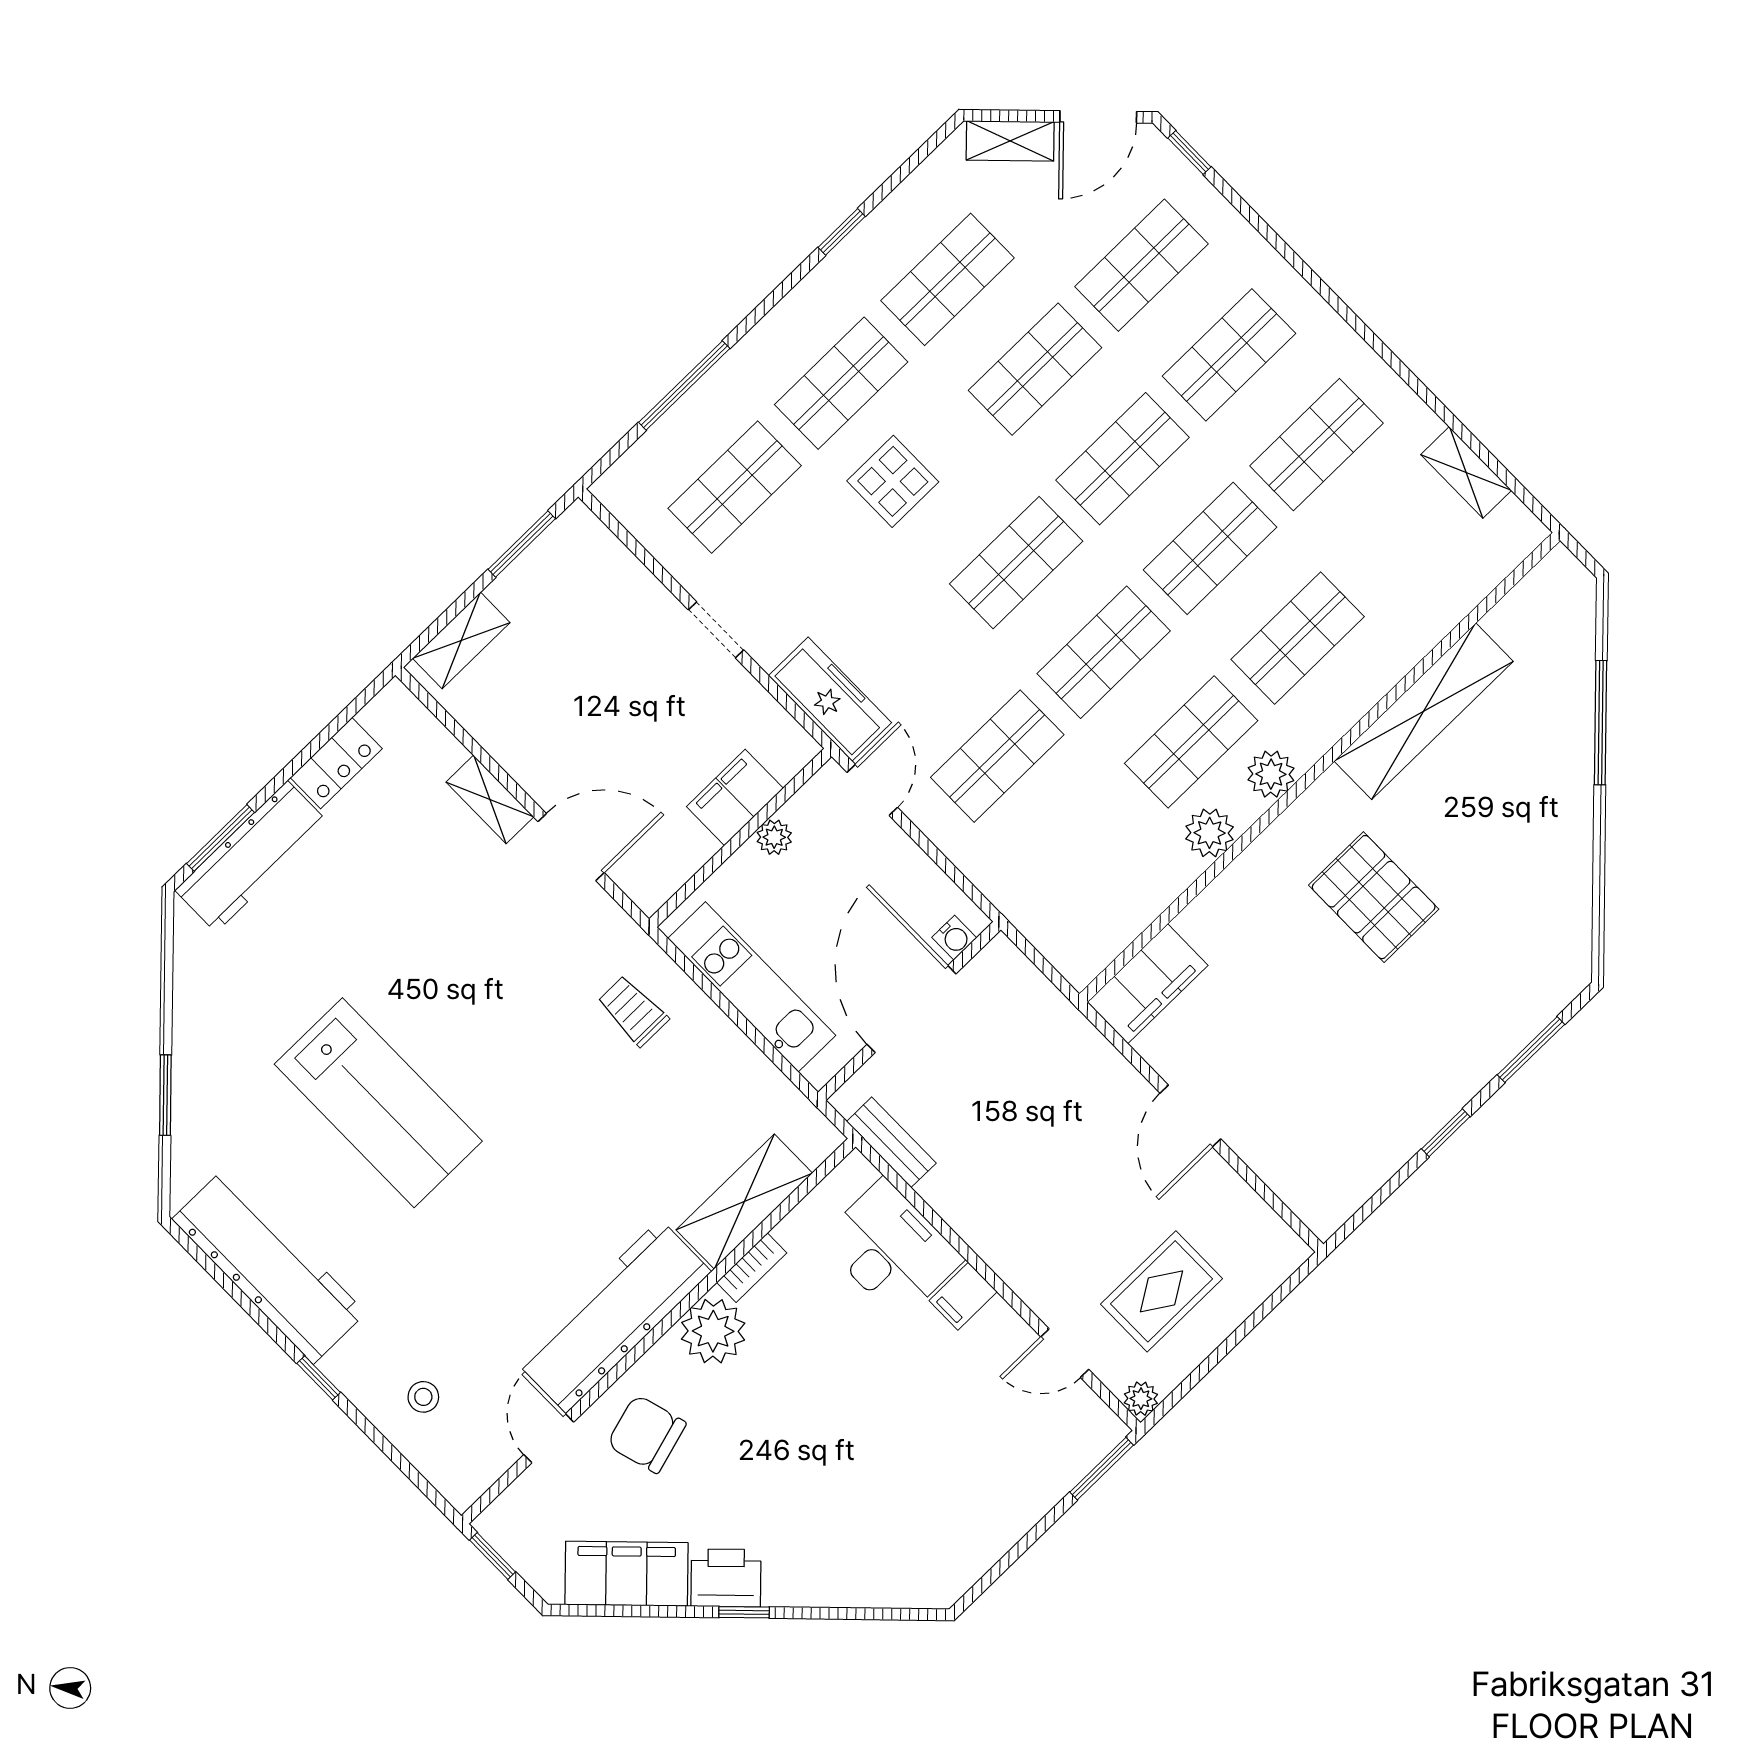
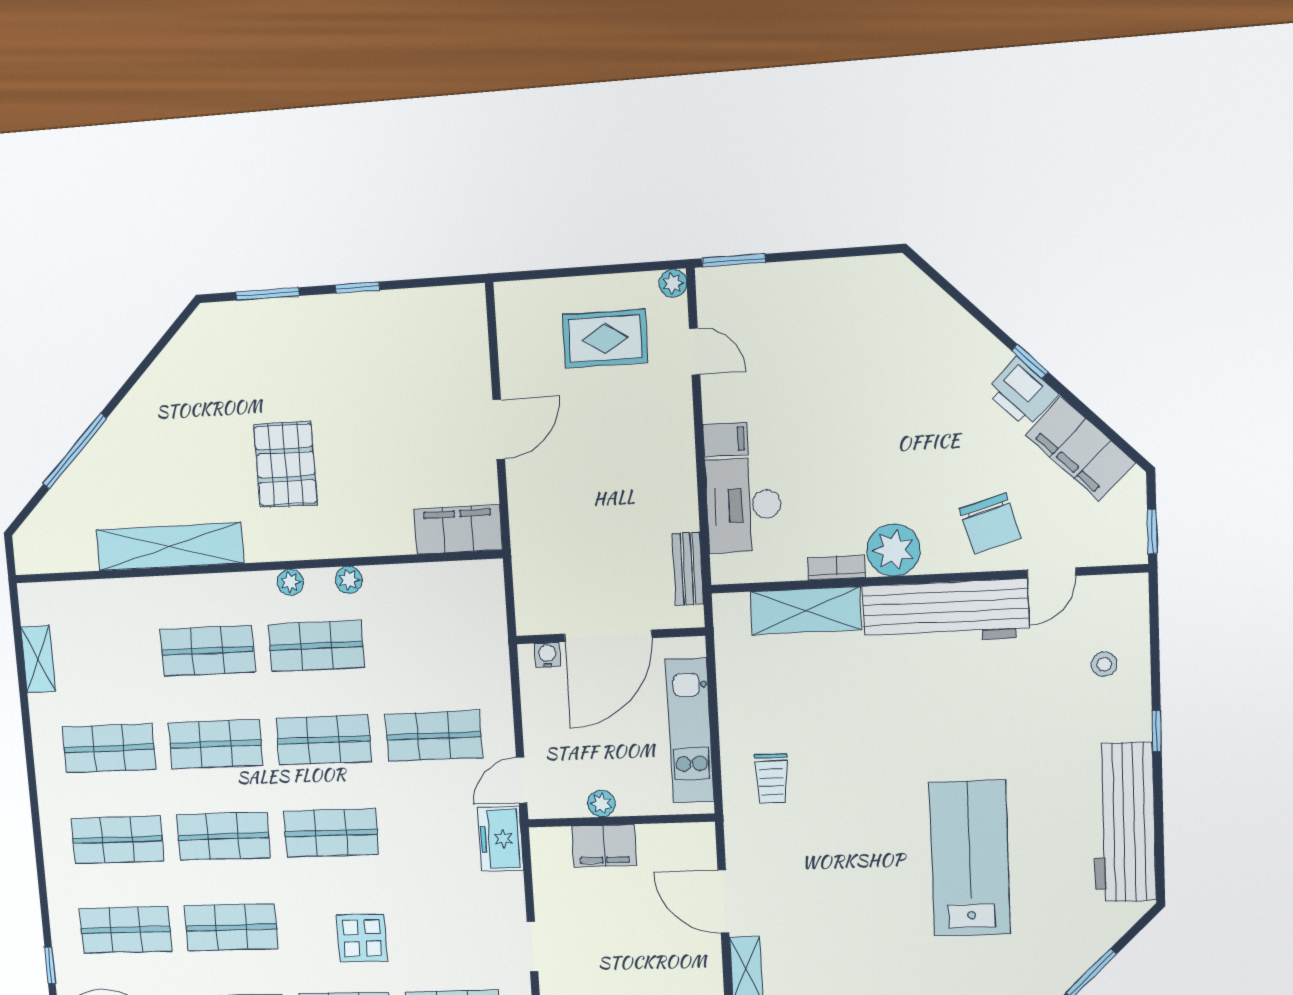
freezer: (830, 699) -> (501, 839), width x0.71
plant: (1271, 774) -> (290, 582), width x0.73, depth x0.73
plant: (1210, 833) -> (349, 580), width x0.73, depth x0.73

